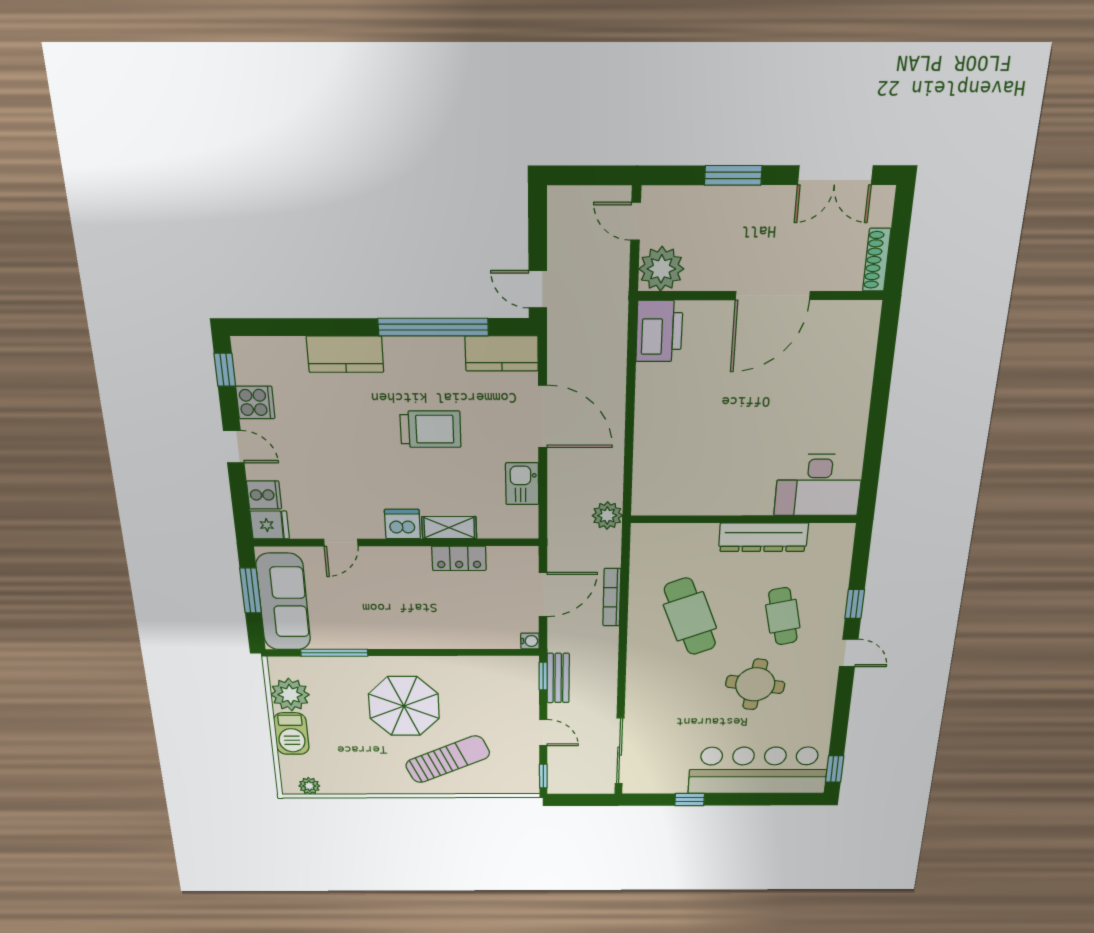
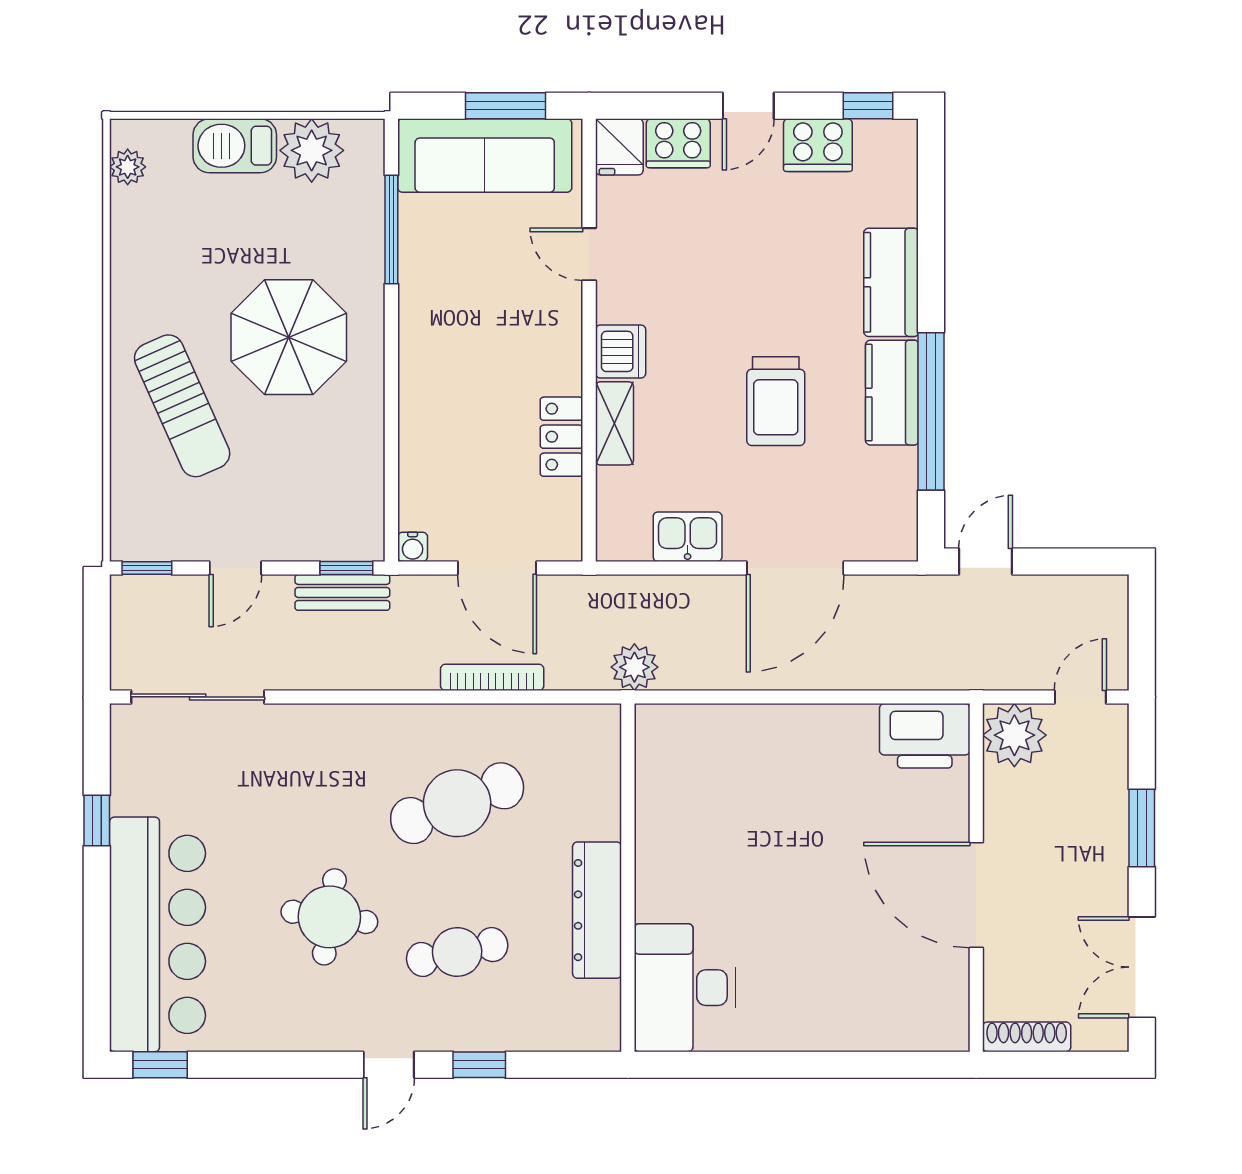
kitchen counter: (502, 353) -> (892, 393), moved
cooker: (255, 402) -> (818, 145), width x1.36
cooker: (264, 495) -> (678, 143), width x1.36

